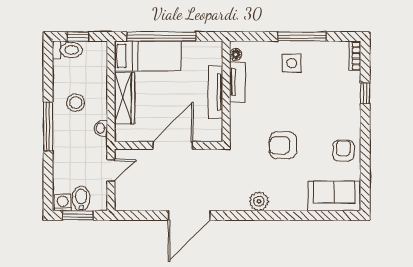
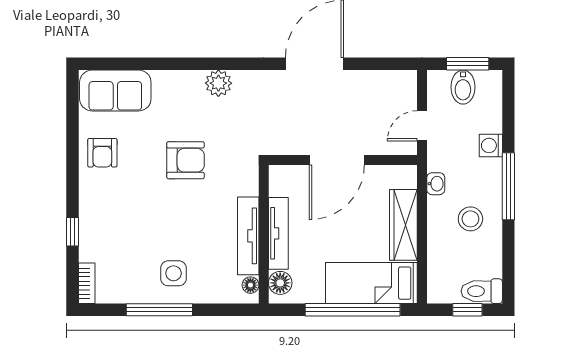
floor lamp: (214, 56) -> (280, 283), added
tv unit: (237, 82) -> (248, 236), width x1.41
washing machine: (63, 203) -> (491, 145), moved, turned 90

